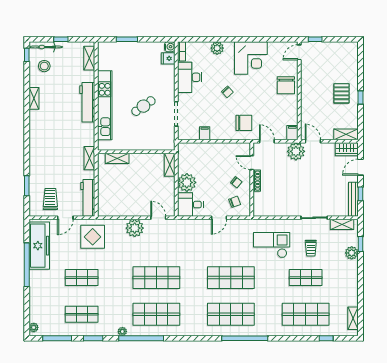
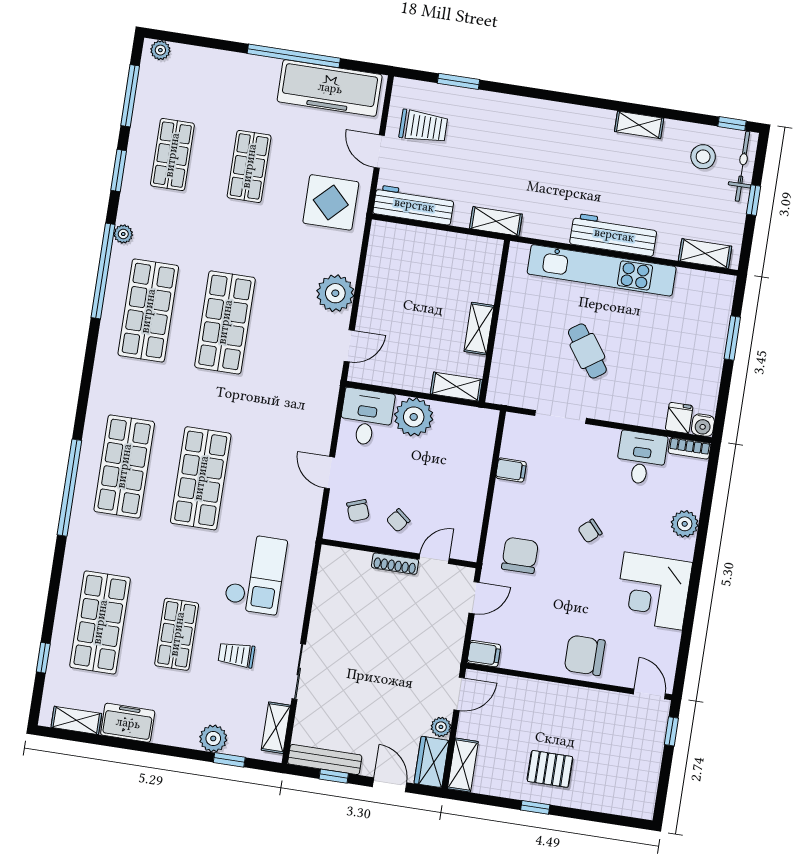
desk: (190, 77) -> (641, 458), width x0.73
chair: (244, 123) -> (520, 555), turned 180
plant: (296, 151) -> (441, 727), moved, width x0.53, depth x0.53
shelving: (117, 158) -> (479, 329), moved
freezer: (350, 294) -> (128, 723), added

